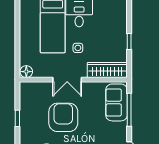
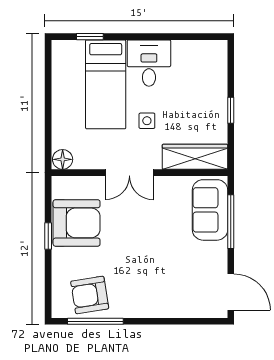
armchair: (63, 117) -> (77, 223), moved, turned 90

